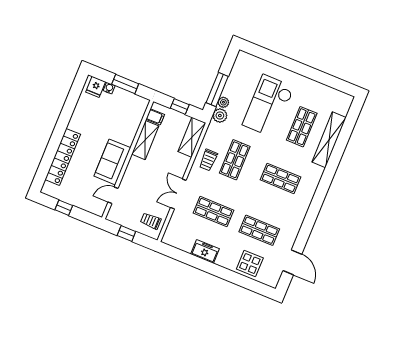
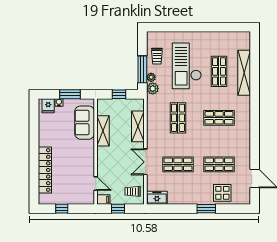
filing cabinet: (155, 117) -> (103, 199), moved
shelving: (192, 137) -> (138, 126), moved
trolley: (208, 160) -> (157, 56), moved
sofa: (112, 162) -> (85, 123), moved
door: (113, 195) -> (96, 183), swing flipped
freezer: (205, 251) -> (157, 198), moved
window: (225, 274) -> (206, 209), added

